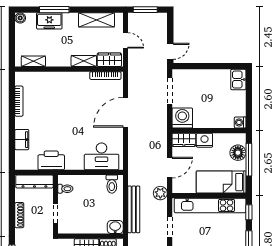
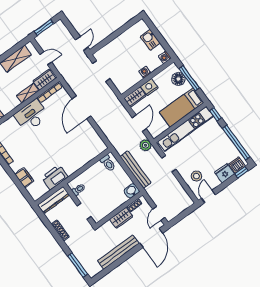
kitchen sink: (238, 80) -> (150, 40), moved
washing machine: (182, 118) -> (145, 72), moved, width x0.53, depth x0.53
desk: (102, 156) -> (31, 116), moved, turned 180

